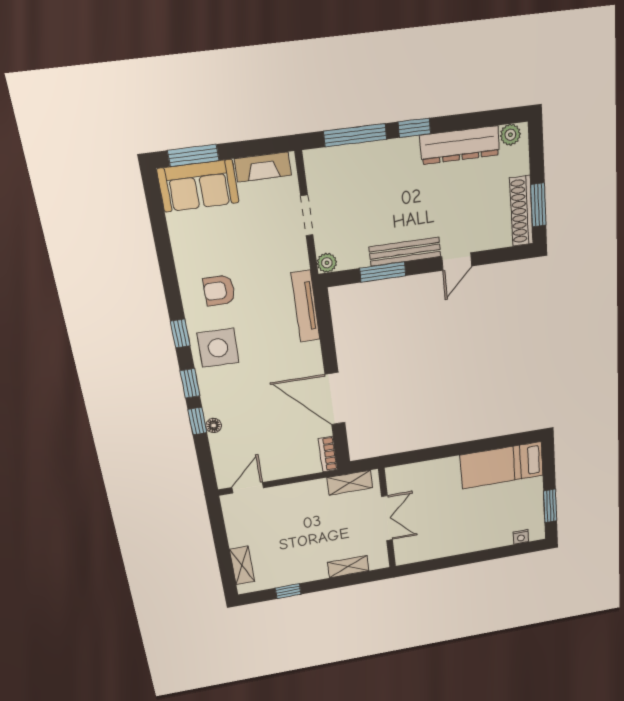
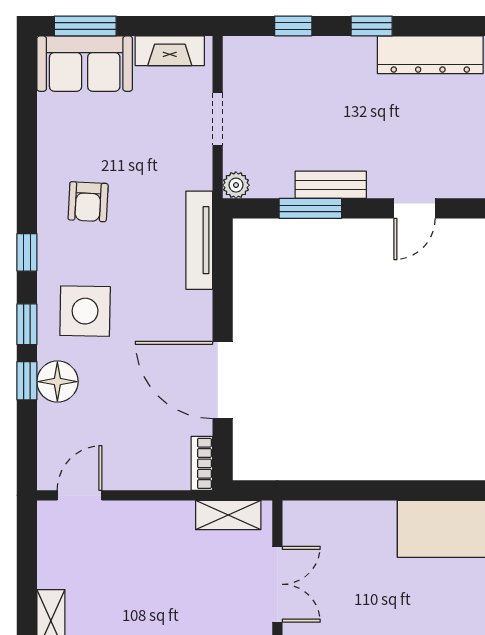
window: (355, 135) -> (293, 26), width x0.46
bench: (405, 252) -> (331, 185), width x0.73
armchair: (219, 290) -> (88, 202), turned -87
side table: (218, 348) -> (85, 311), moved
floor lamp: (214, 425) -> (57, 382), width x1.89, depth x1.89

